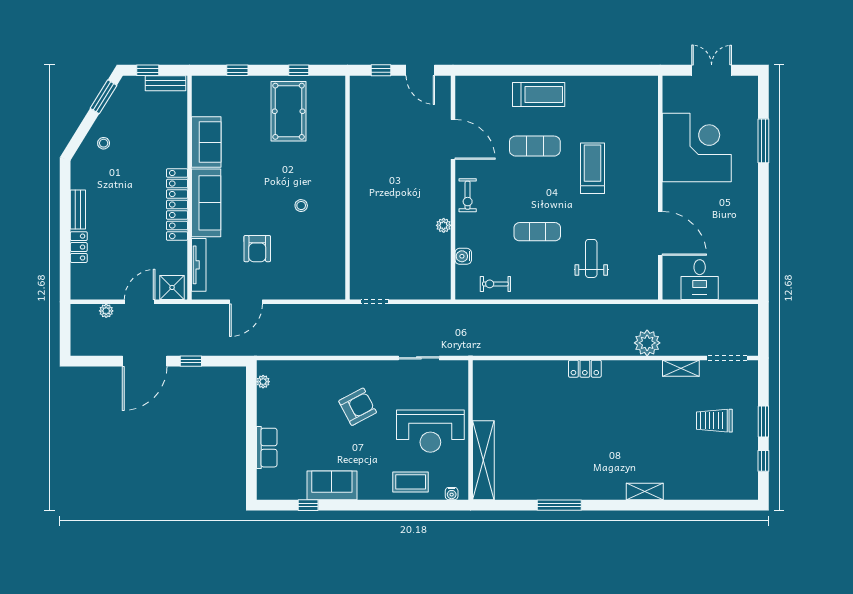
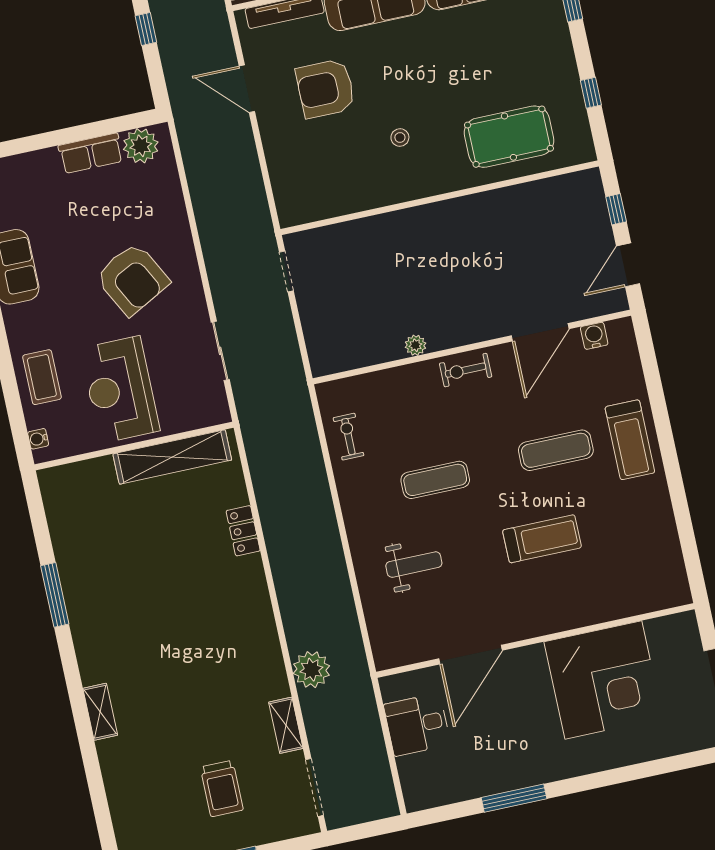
pool table: (289, 111) -> (509, 137), moved
window: (763, 141) -> (514, 798), moved
exercise mat: (535, 146) -> (556, 450), turned 90
exercise mat: (537, 232) -> (435, 480), turned 90
armchair: (257, 249) -> (326, 89), width x1.36, depth x1.36
water cooler: (463, 256) -> (594, 336), moved
locker: (585, 369) -> (243, 531), moved
plant: (263, 382) -> (141, 146), width x1.88, depth x1.88
armchair: (358, 407) -> (132, 279), width x1.36, depth x1.36
trolley: (714, 421) -> (222, 789), turned 180
row of seats: (267, 448) -> (91, 153), moved
shelving: (483, 460) -> (172, 457), moved

